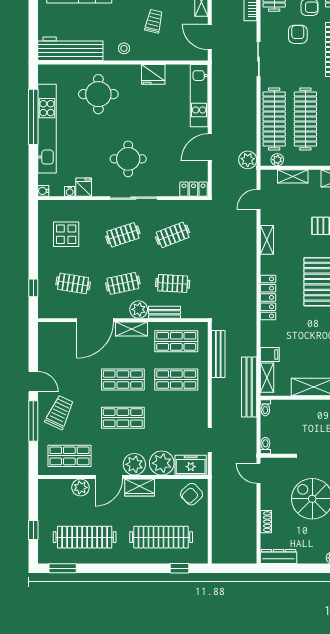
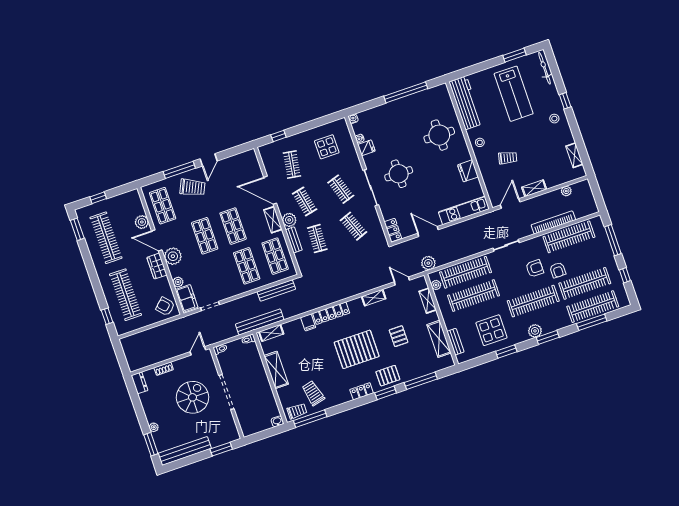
kitchen unit: (47, 129) -> (400, 106), removed
filing cabinet: (270, 355) -> (308, 322), moved
plant: (162, 463) -> (178, 282), width x0.53, depth x0.53
dresser: (278, 557) -> (140, 383), width x0.70

